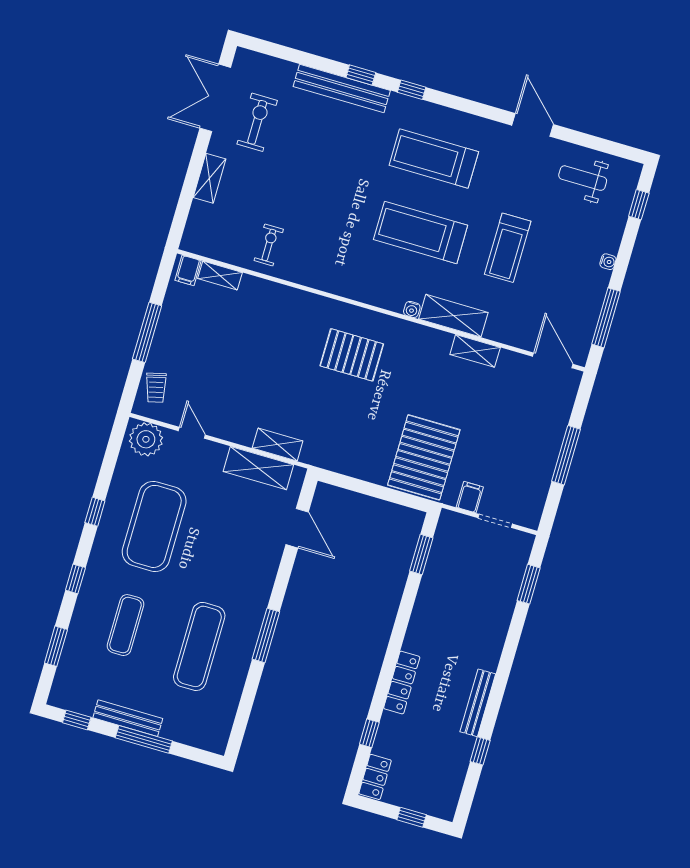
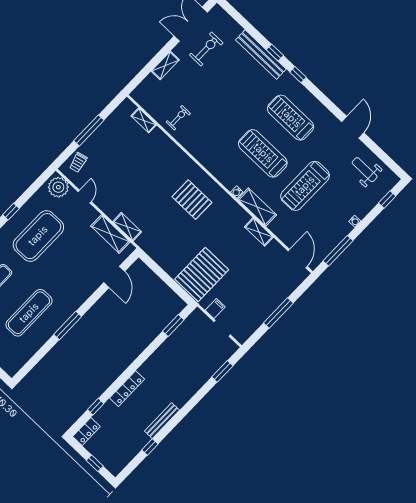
treadmill: (508, 248) -> (305, 186), width x1.37, depth x1.38
filing cabinet: (188, 270) -> (128, 109), removed

